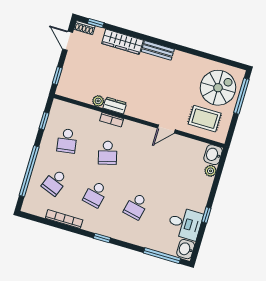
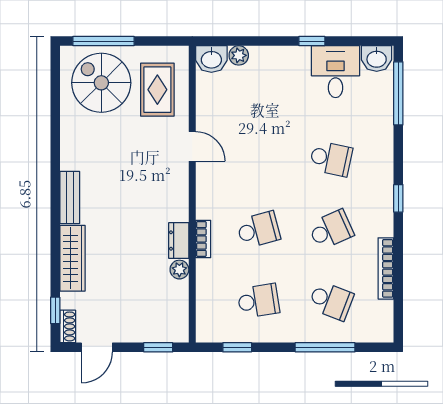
window: (29, 171) -> (325, 347), width x0.68
school desk: (95, 194) -> (331, 230), turned -36

